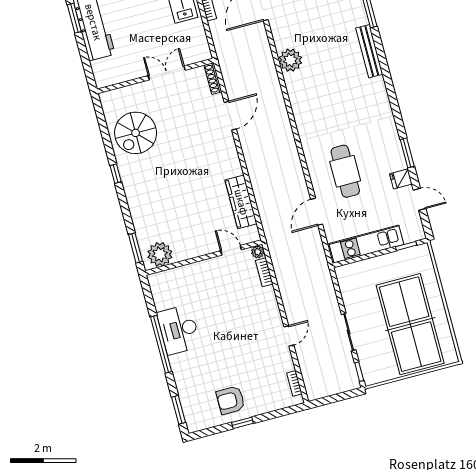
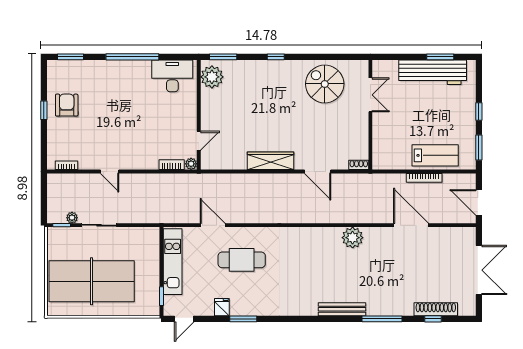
double door: (167, 73) -> (370, 95), moved
shoe rack: (213, 78) -> (359, 165), width x0.70
window: (116, 174) -> (276, 57), moved
door: (420, 199) -> (184, 319), moved
wardrobe: (241, 202) -> (271, 161), moved
desk: (179, 330) -> (172, 76), moved
plant: (348, 363) -> (72, 218), added

